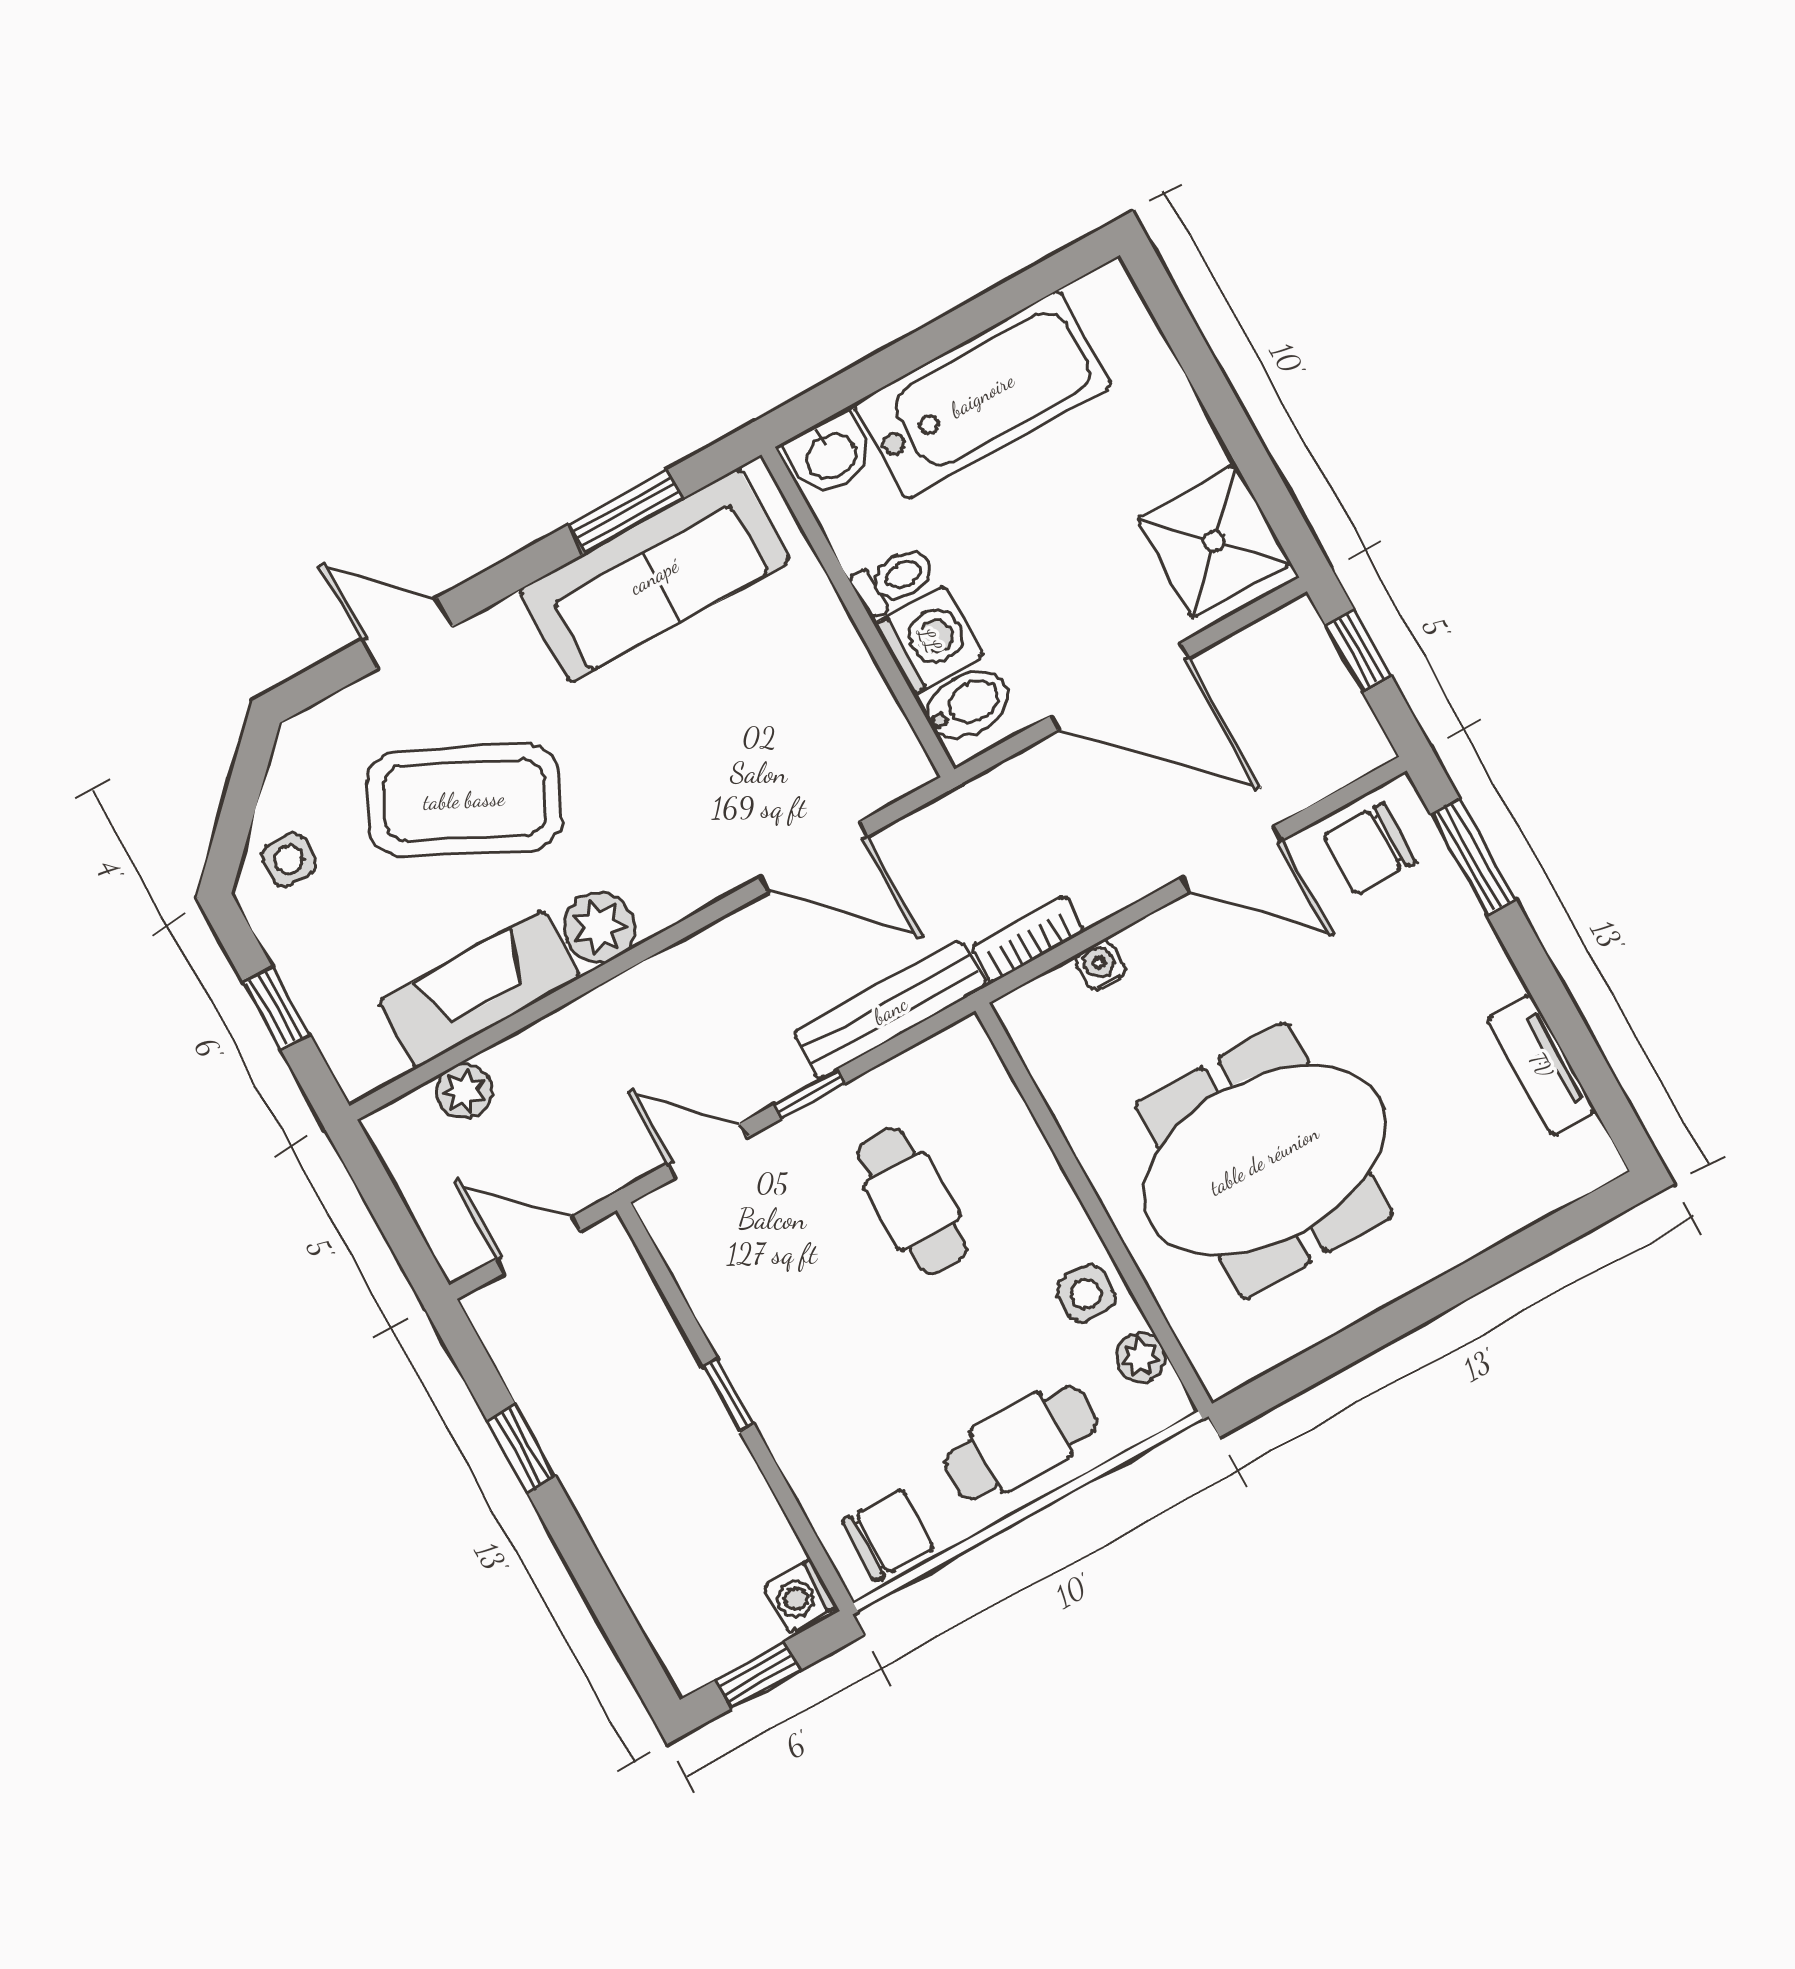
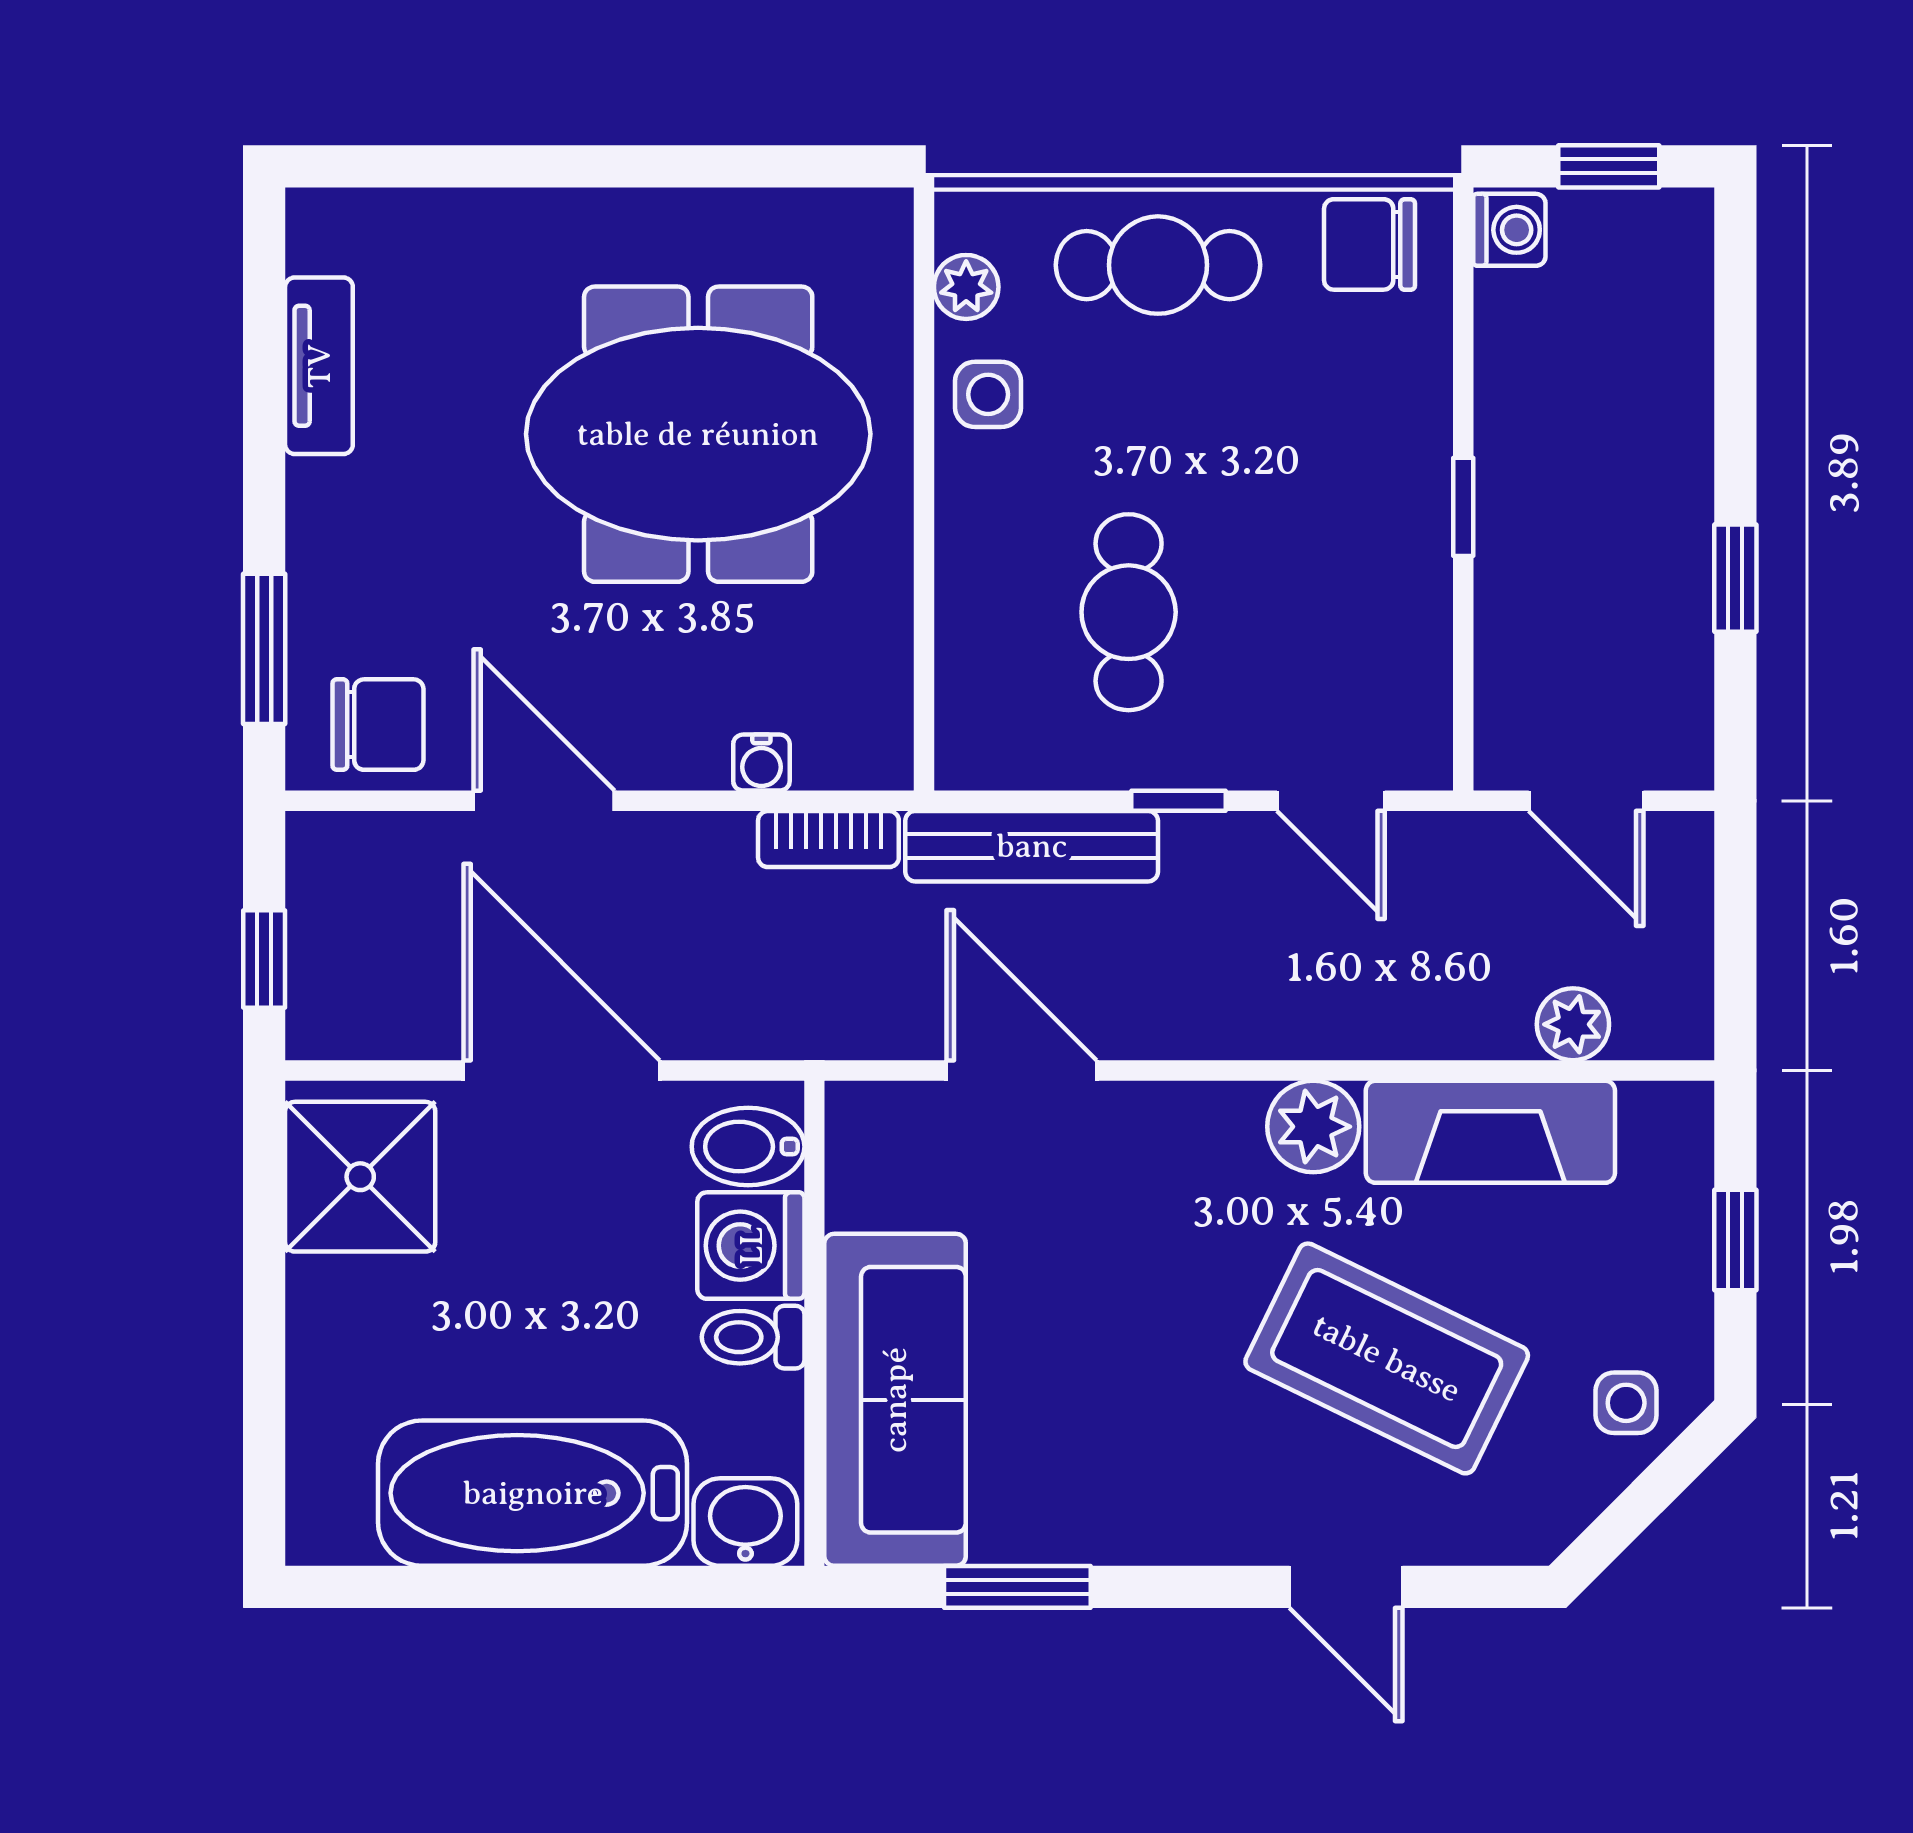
sofa: (654, 576) -> (895, 1400), moved, turned 90

